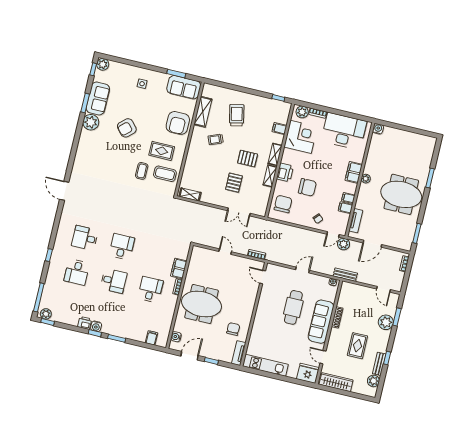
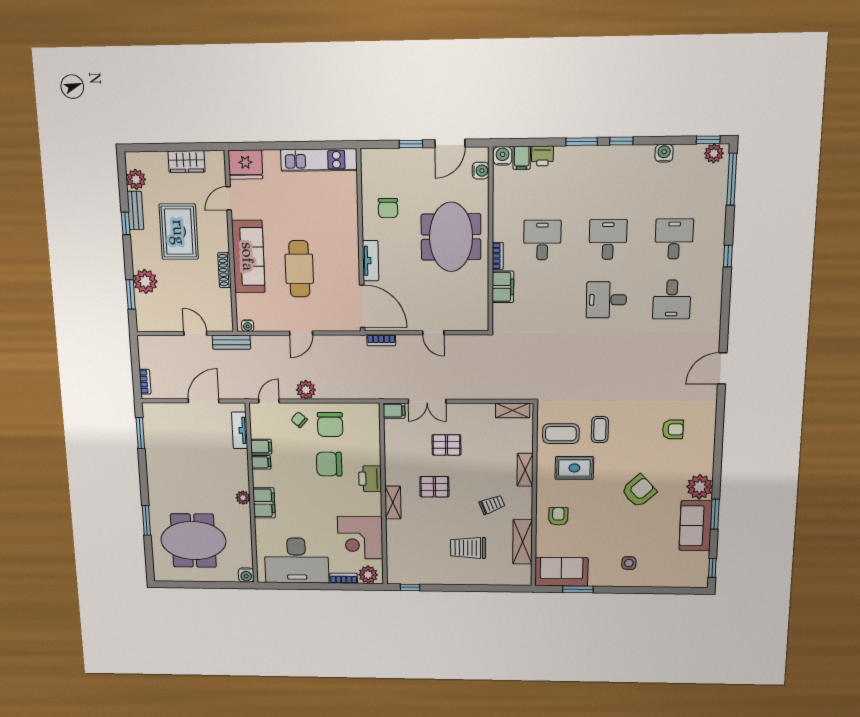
plant: (103, 64) -> (698, 579), removed
trolley: (237, 115) -> (468, 548), turned 102
armchair: (178, 123) -> (558, 516), width x0.53, depth x0.53
filing cabinet: (279, 129) -> (394, 411), moved
armchair: (99, 161) -> (673, 429), added
shelving: (270, 176) -> (525, 470), moved
pallet: (234, 183) -> (447, 445), turned 90
door: (64, 191) -> (722, 368), swing flipped
meeting table: (401, 194) -> (193, 541), moved
chair: (283, 204) -> (330, 424), moved
double door: (239, 212) -> (427, 401), swing flipped
desk: (85, 238) -> (672, 300), turned 90
plant: (344, 244) -> (306, 390), moved
desk: (122, 247) -> (606, 300), turned 90
door: (263, 277) -> (362, 306), width x1.87
desk: (114, 281) -> (608, 239), turned 90
door: (384, 289) -> (195, 333), moved
desk: (150, 290) -> (542, 240), turned 180
meeting table: (202, 304) -> (451, 237), turned 90
printer: (85, 323) -> (542, 156), moved
water cooler: (96, 326) -> (664, 153), moved
water cooler: (162, 342) -> (503, 156), added
rug: (357, 346) -> (179, 232), width x1.36, depth x1.43
tv unit: (239, 353) -> (370, 261), moved
door: (323, 357) -> (229, 198), swing flipped
wardrobe: (336, 382) -> (187, 162), width x0.67

